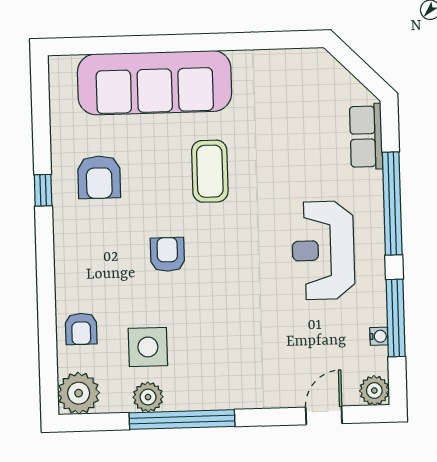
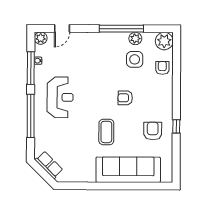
row of seats: (366, 136) -> (49, 165), moved, turned -45
armchair: (167, 254) -> (125, 98), turned 90

